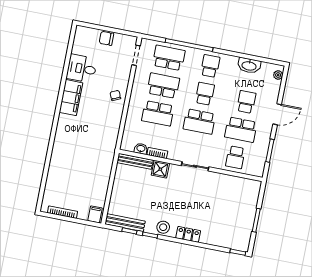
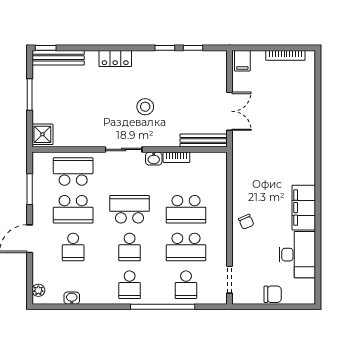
school desk: (169, 58) -> (186, 285), width x0.54
washbasin: (249, 66) -> (72, 298), width x0.52, depth x0.69
desk: (82, 69) -> (297, 255), width x1.37
school desk: (158, 113) -> (186, 209), turned 180
school desk: (241, 130) -> (73, 209), turned 180
washbasin: (141, 149) -> (154, 159), moved
school desk: (235, 157) -> (73, 172), width x1.85
shower: (160, 169) -> (42, 134), moved
double door: (112, 179) -> (229, 111), added
bench: (125, 223) -> (58, 58), moved
stool: (163, 227) -> (145, 107), moved

